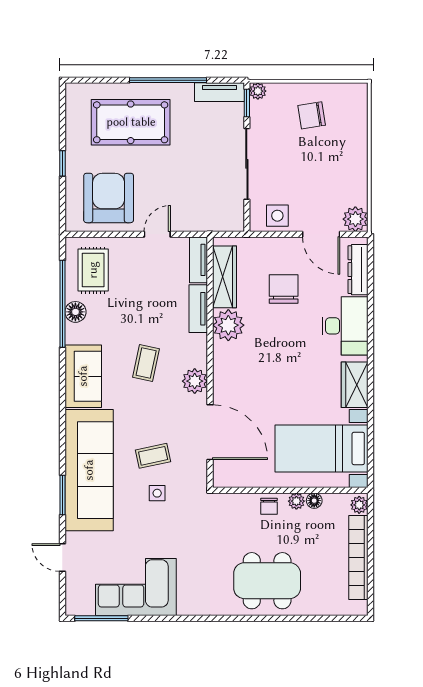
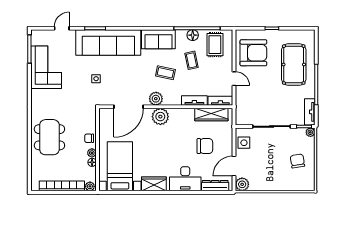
rug: (93, 270) -> (215, 45), turned 90
plant: (228, 325) -> (160, 117), moved
coffee table: (153, 456) -> (191, 60), moved

